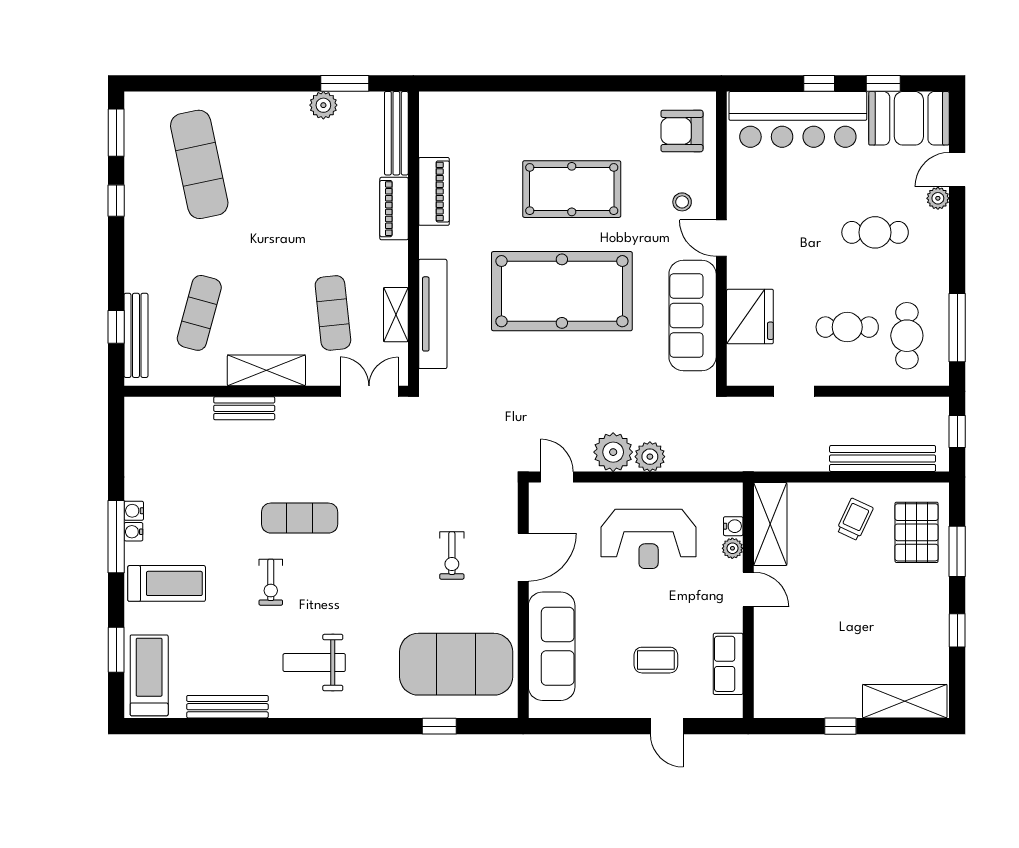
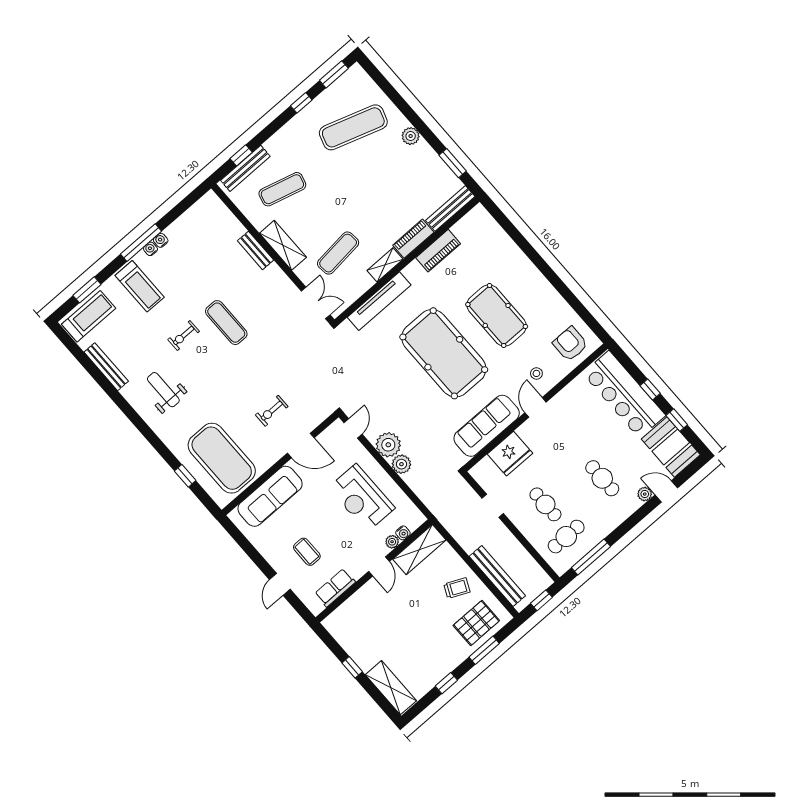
plant: (323, 105) -> (411, 136), moved
exercise mat: (199, 164) -> (353, 127), turned 30
shelving: (396, 315) -> (385, 265), moved

